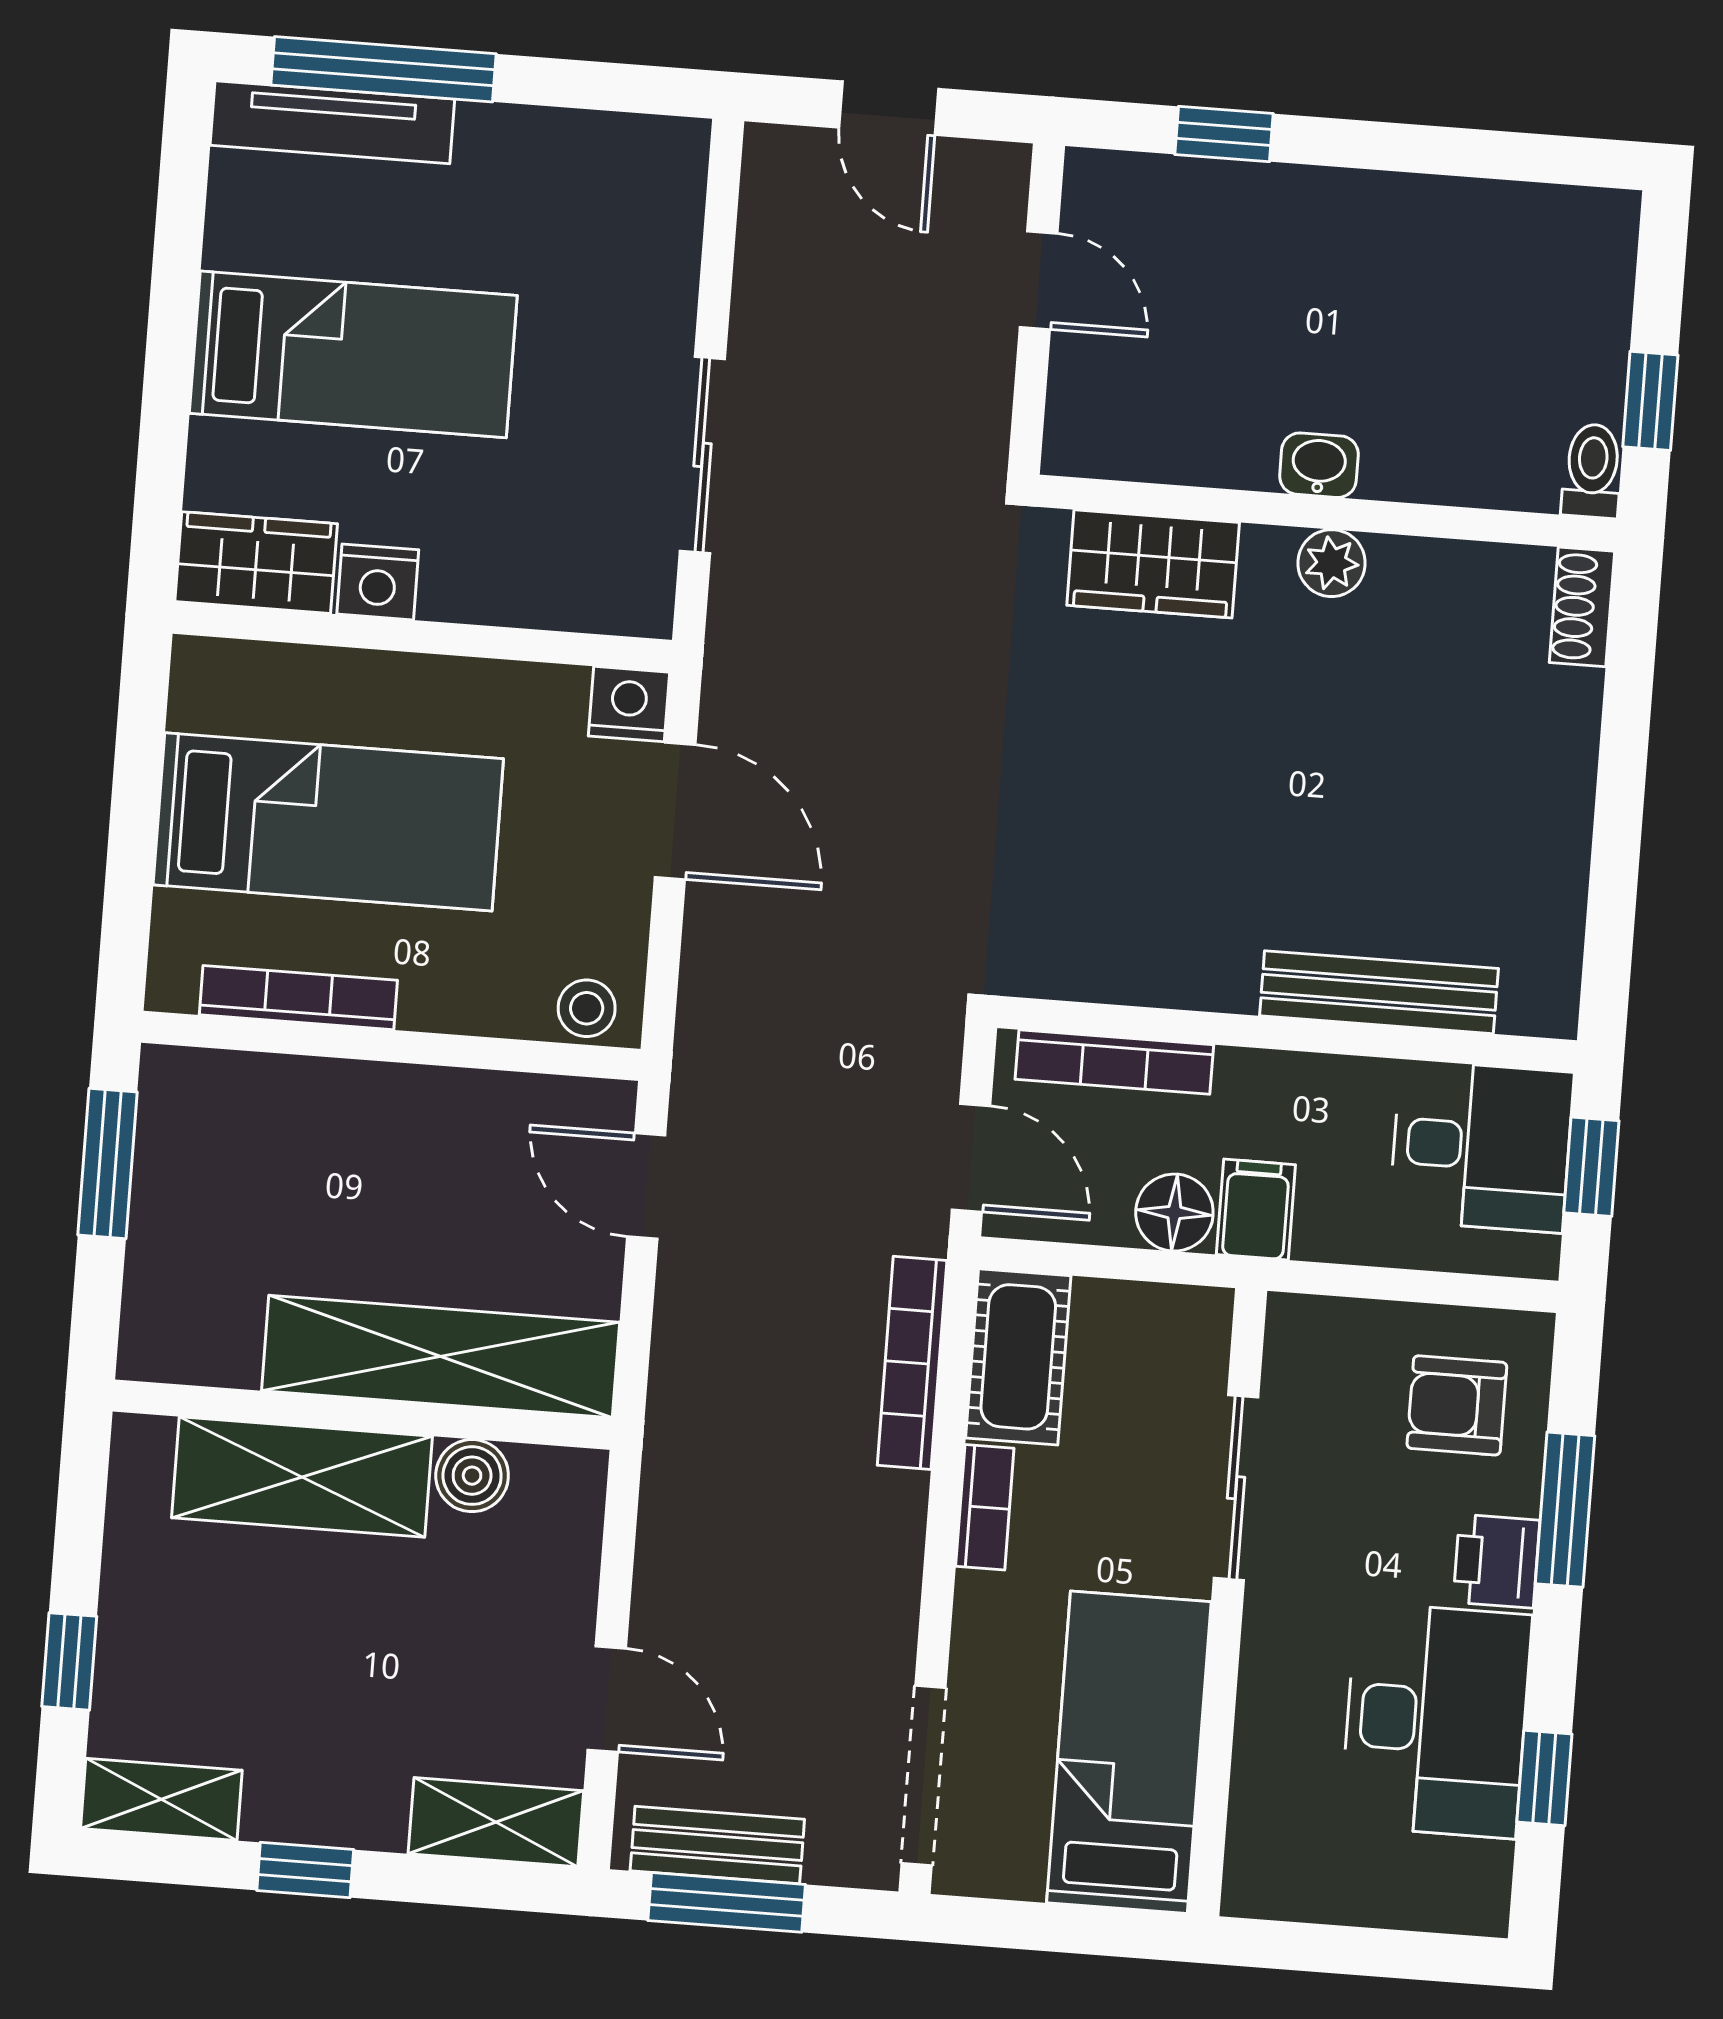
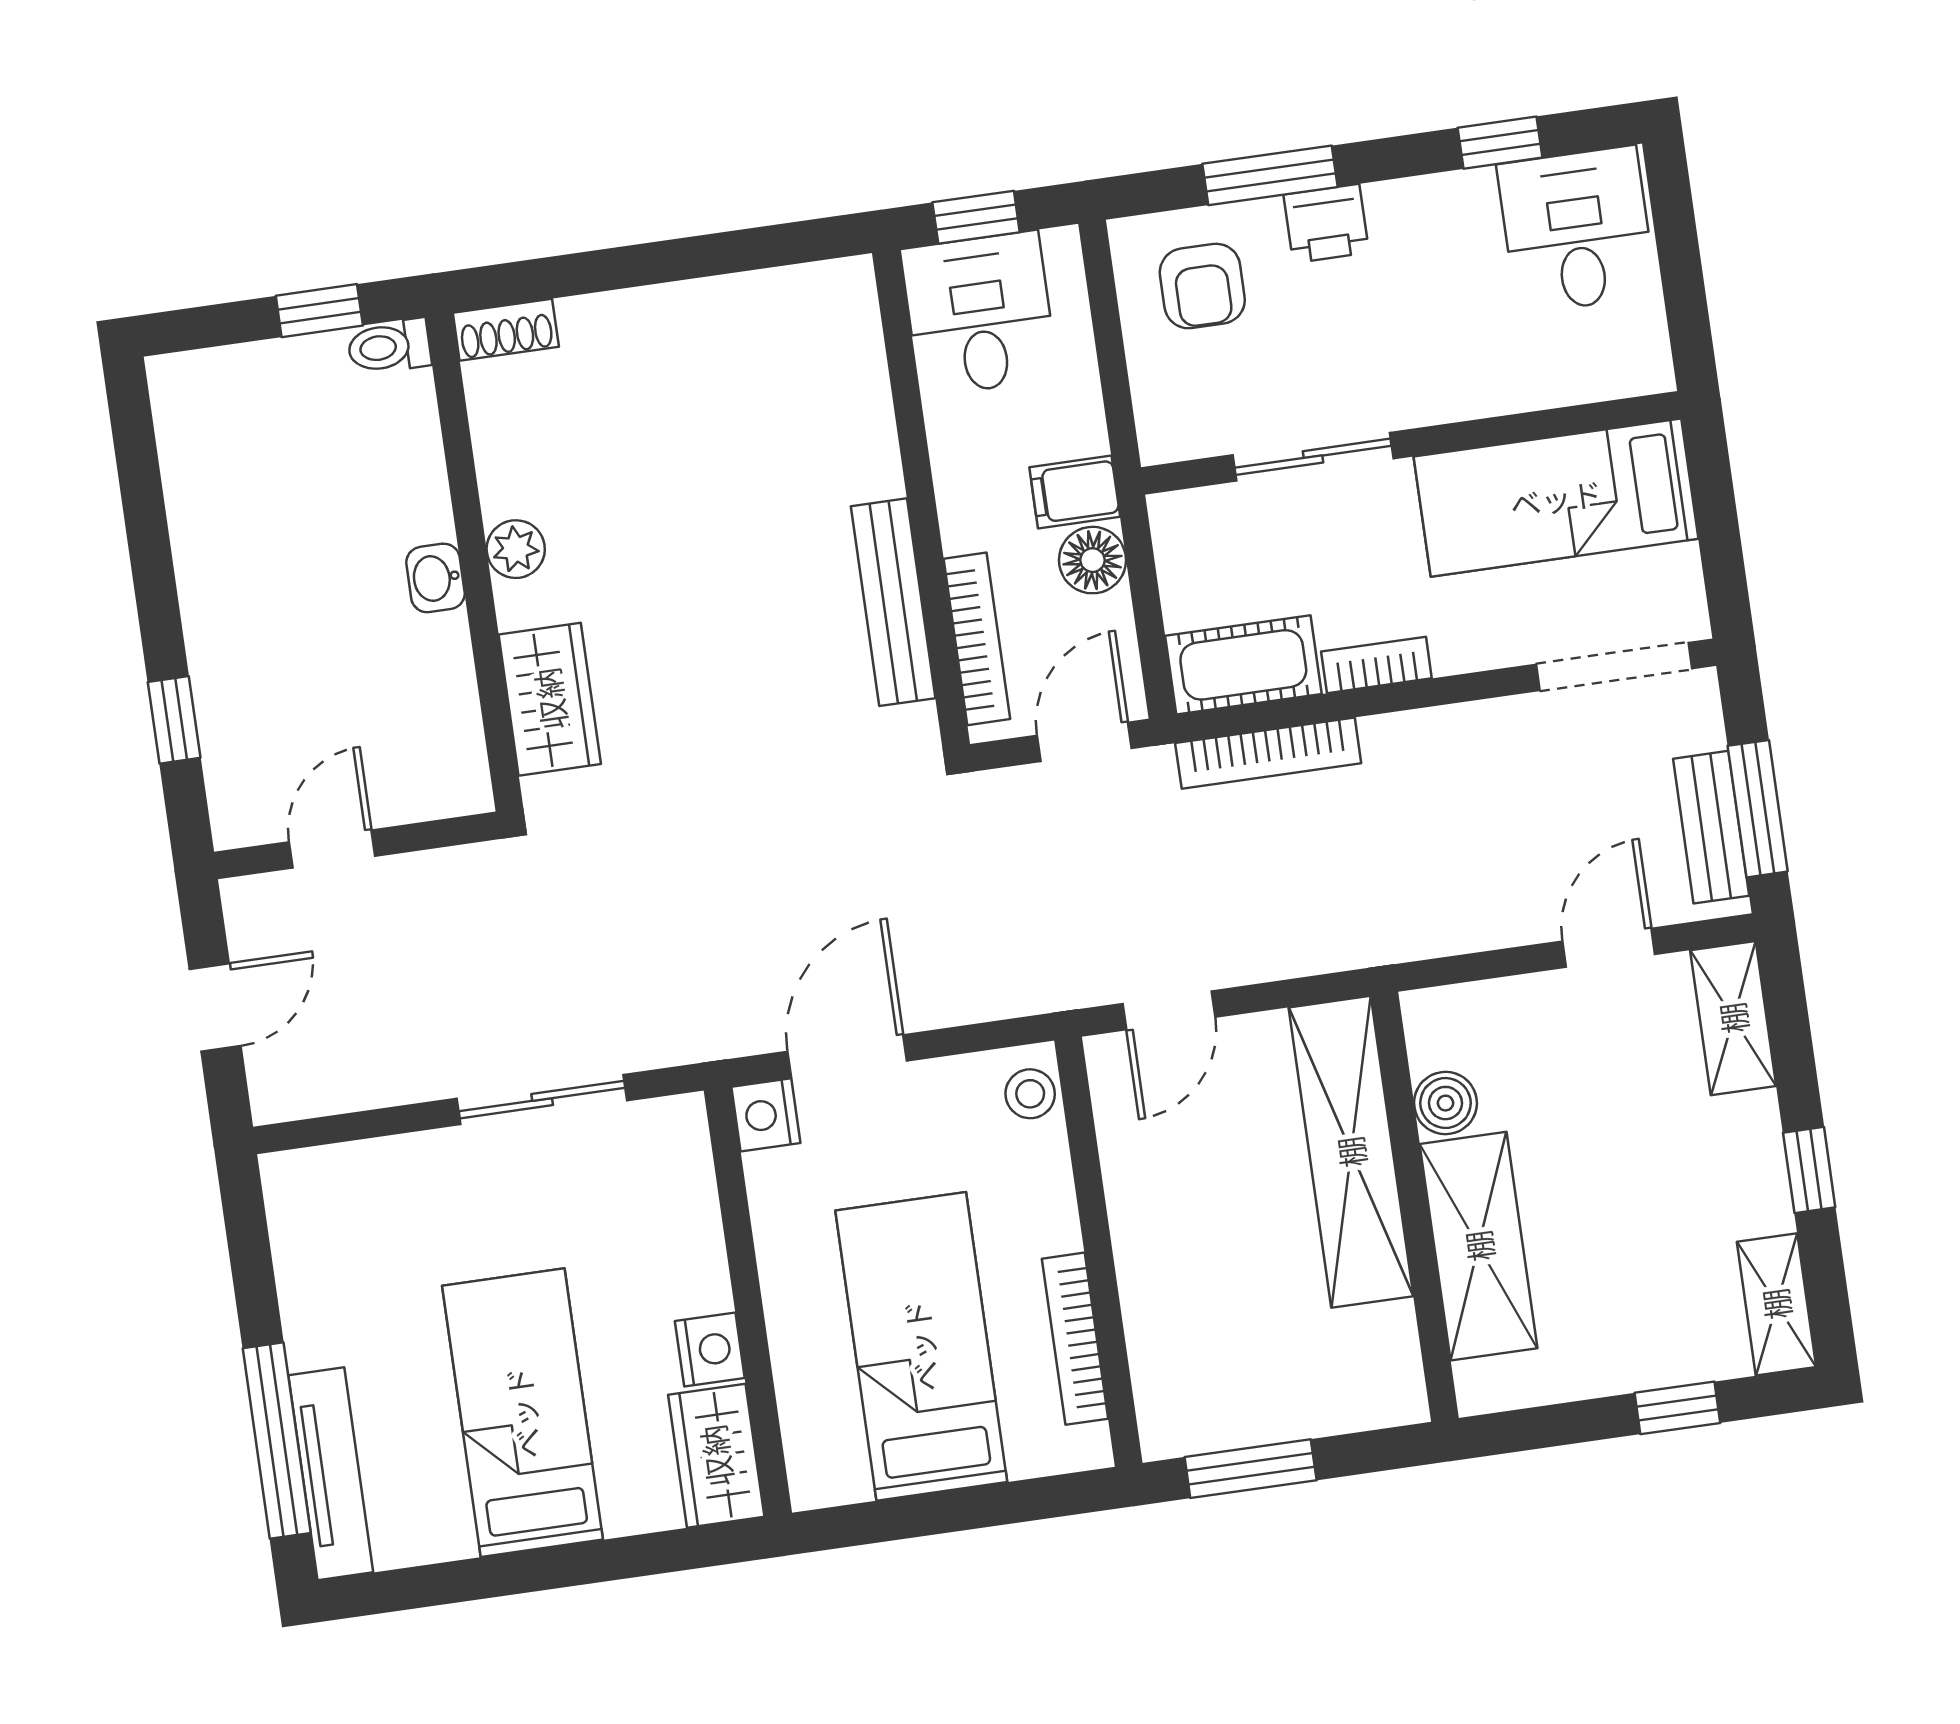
bench: (1379, 992) -> (893, 602), moved
desk: (1436, 1720) -> (1577, 230), moved, width x0.73

